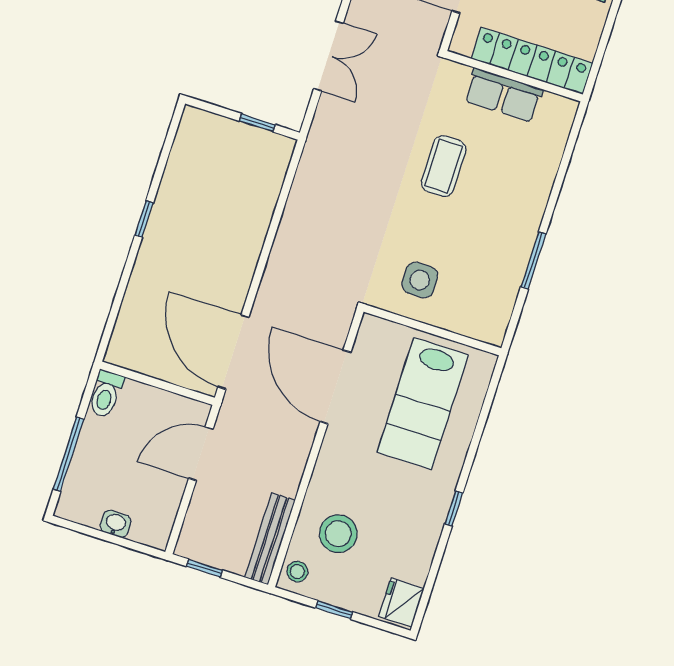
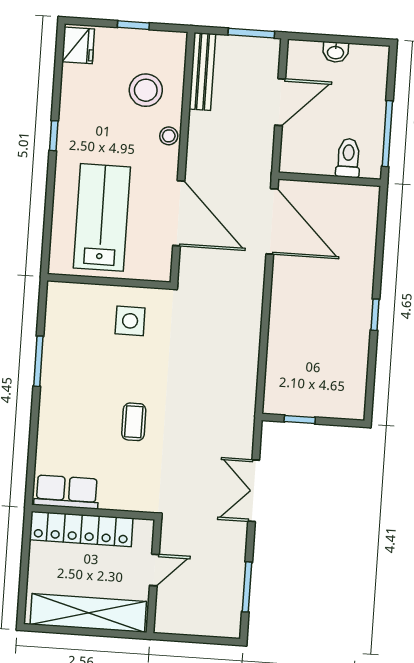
row of seats: (503, 95) -> (67, 492), moved
coffee table: (443, 166) -> (134, 422), width x0.73, depth x0.77
toilet: (106, 394) -> (348, 158), moved
window: (69, 454) -> (387, 134), moved
door: (201, 454) -> (280, 102), moved
window: (204, 568) -> (251, 33), width x1.50
stool: (297, 571) -> (169, 136), moved

